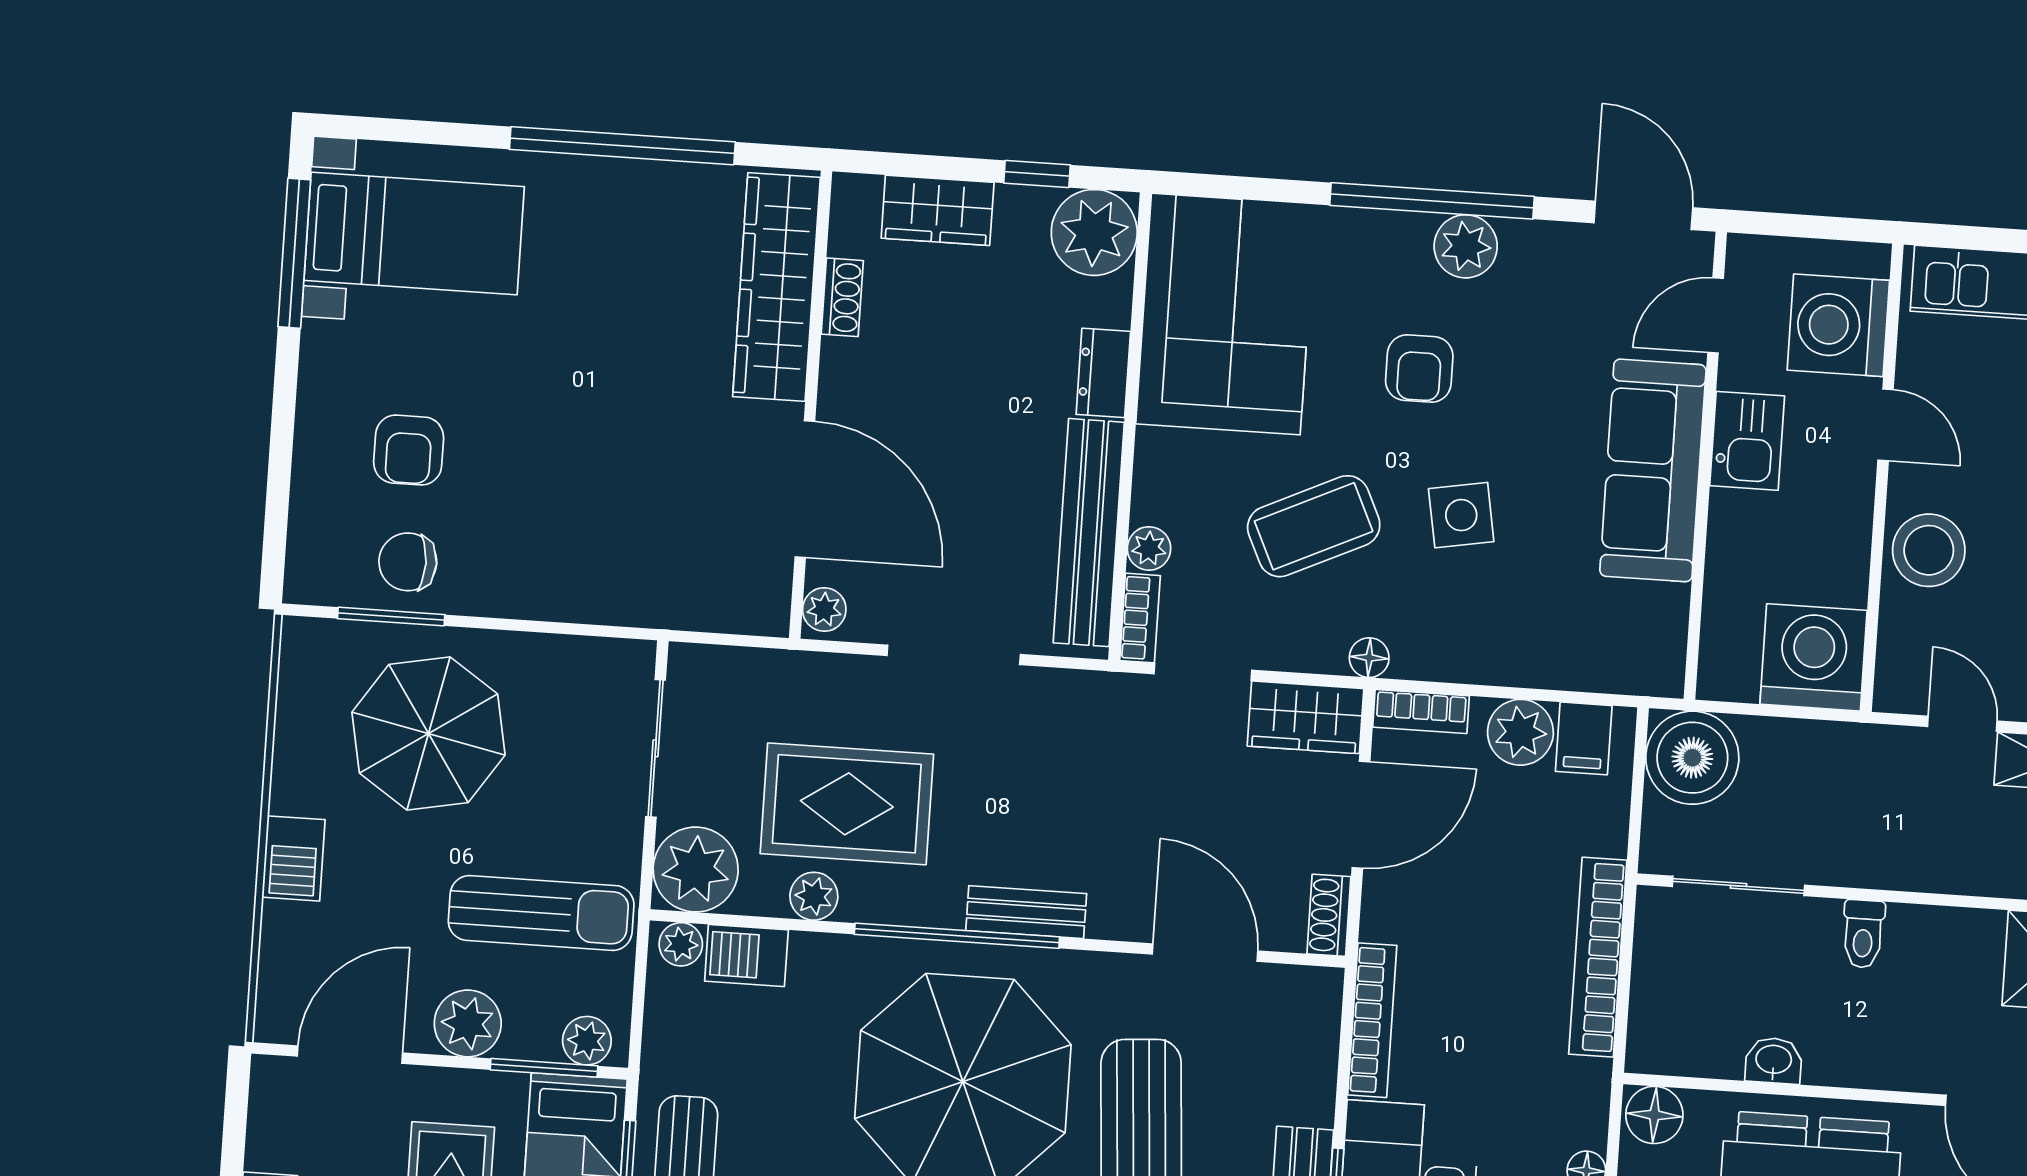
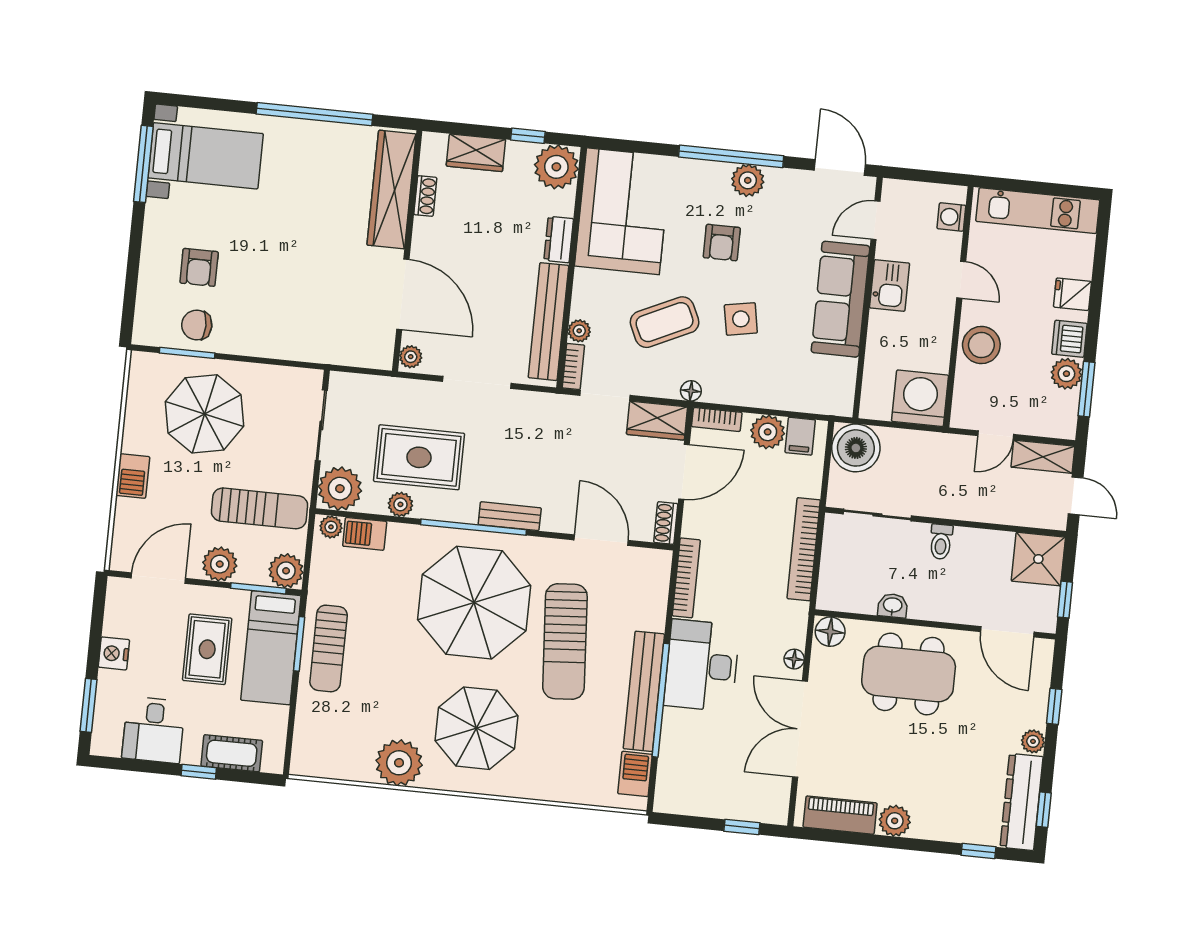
washing machine: (1838, 325) -> (951, 217), width x0.53, depth x0.53
door: (1962, 724) -> (996, 435), swing flipped
plant: (587, 1041) -> (286, 571), width x1.38, depth x1.38

